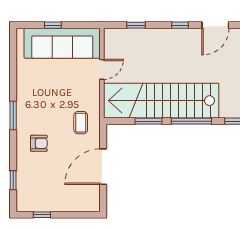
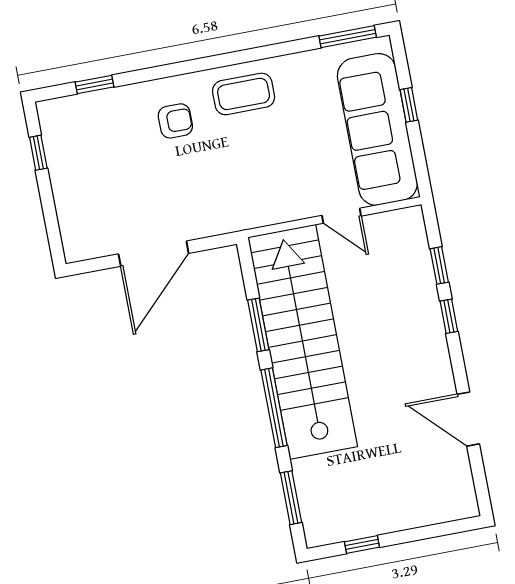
window: (180, 25) -> (449, 316), moved
window: (13, 116) -> (348, 37), moved
coffee table: (81, 123) -> (244, 94), moved, width x1.36, depth x1.30
armchair: (39, 143) -> (175, 121), turned -90
door: (103, 167) -> (154, 254), swing flipped

